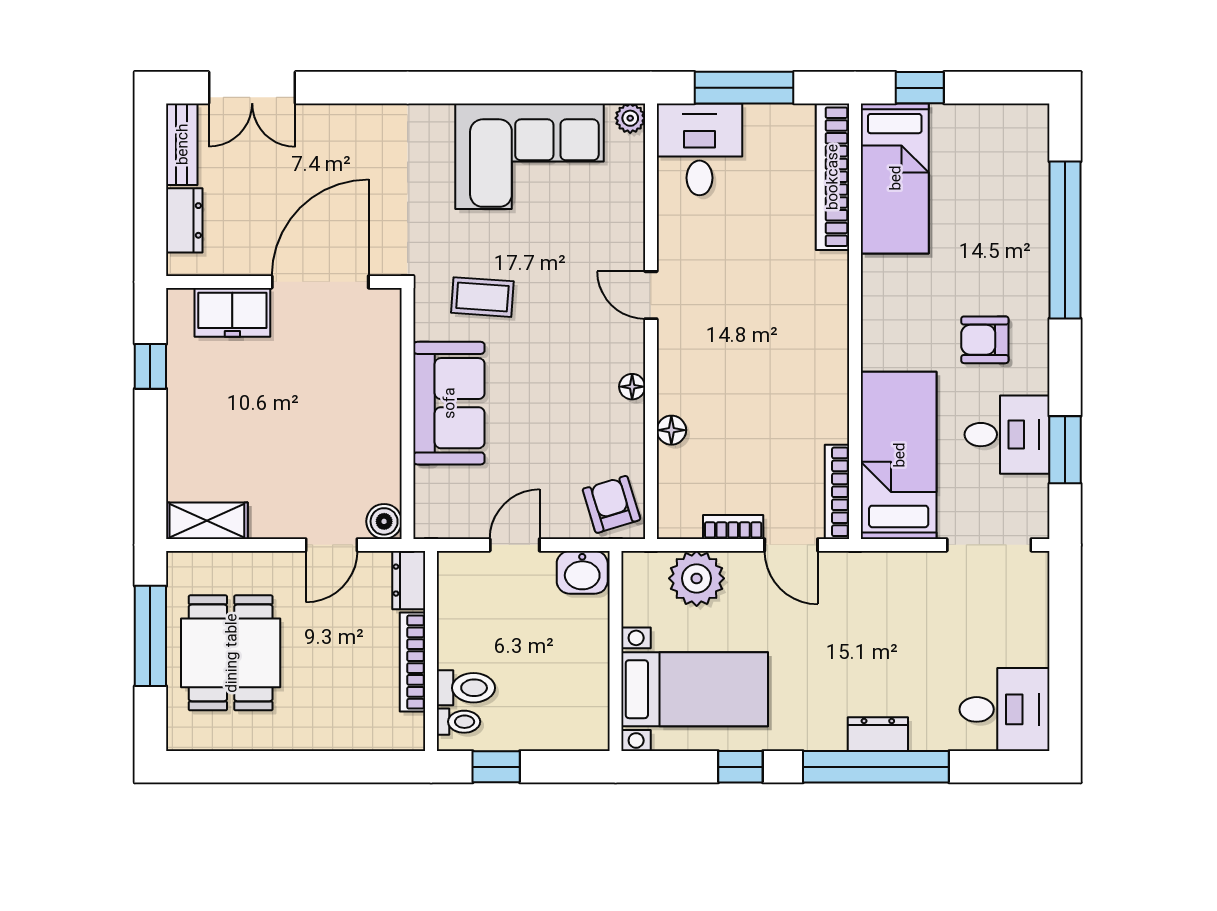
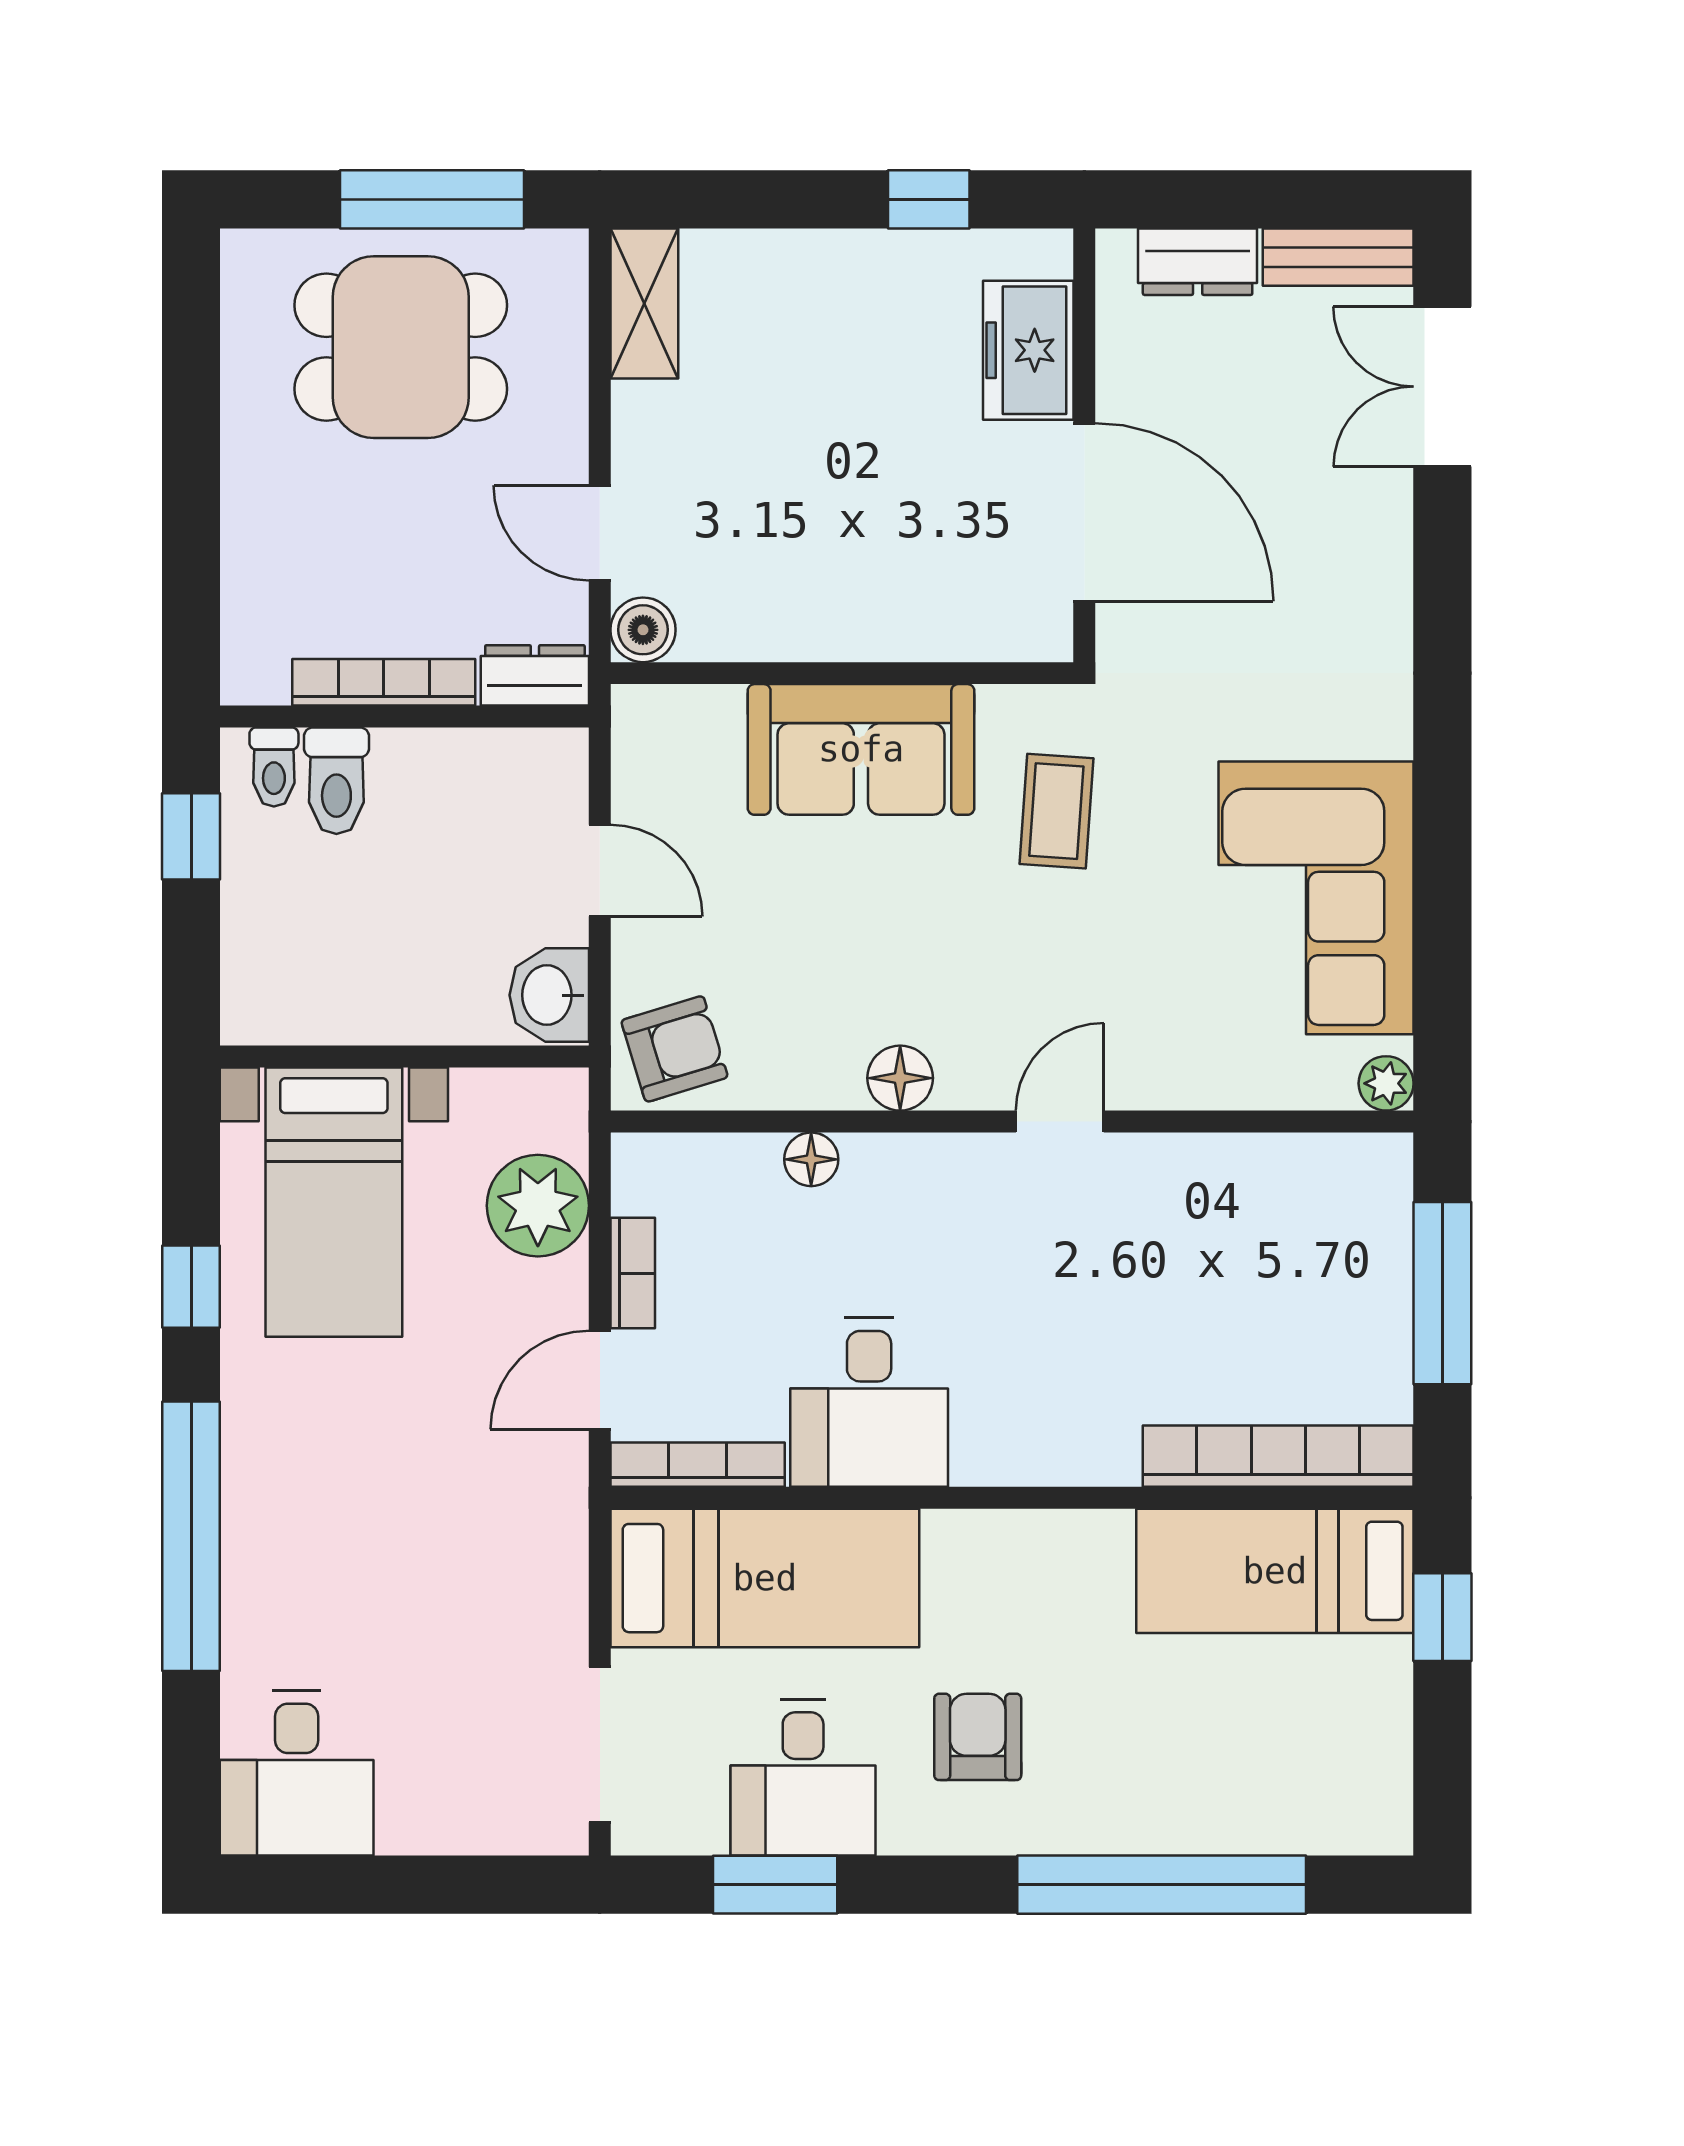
desk: (699, 149) -> (869, 1402), moved, turned 90
floor lamp: (632, 387) -> (900, 1078), width x1.37, depth x1.37
dresser: (878, 734) -> (251, 1540), removed

